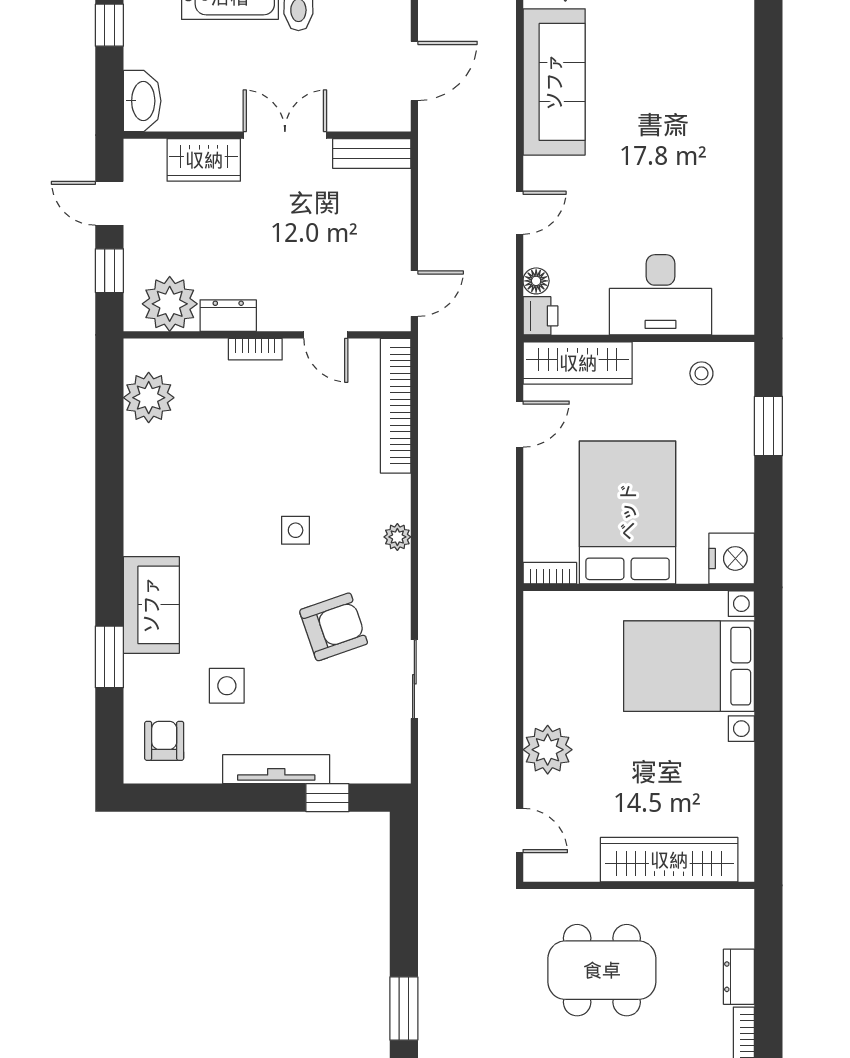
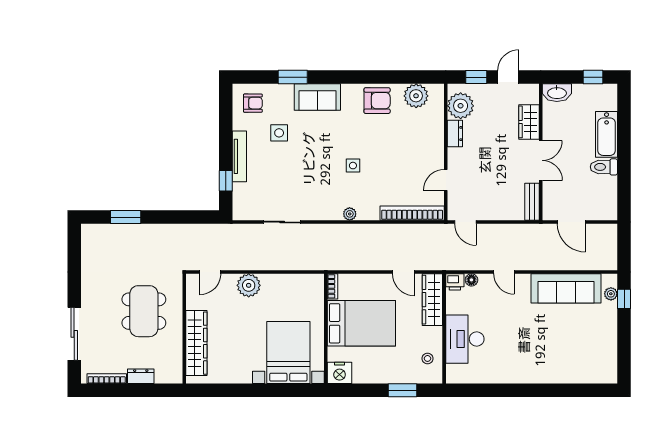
bookcase: (255, 349) -> (439, 146), removed
armchair: (334, 627) -> (377, 101), moved, turned -71

